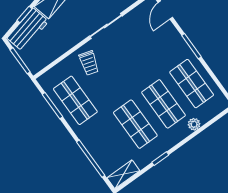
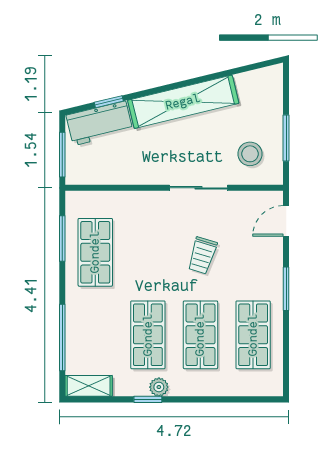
trolley: (89, 63) -> (202, 255), moved
plant: (194, 124) -> (159, 387), moved

